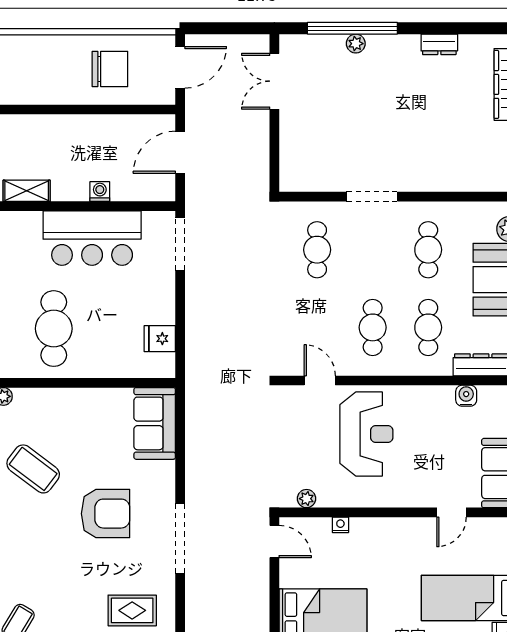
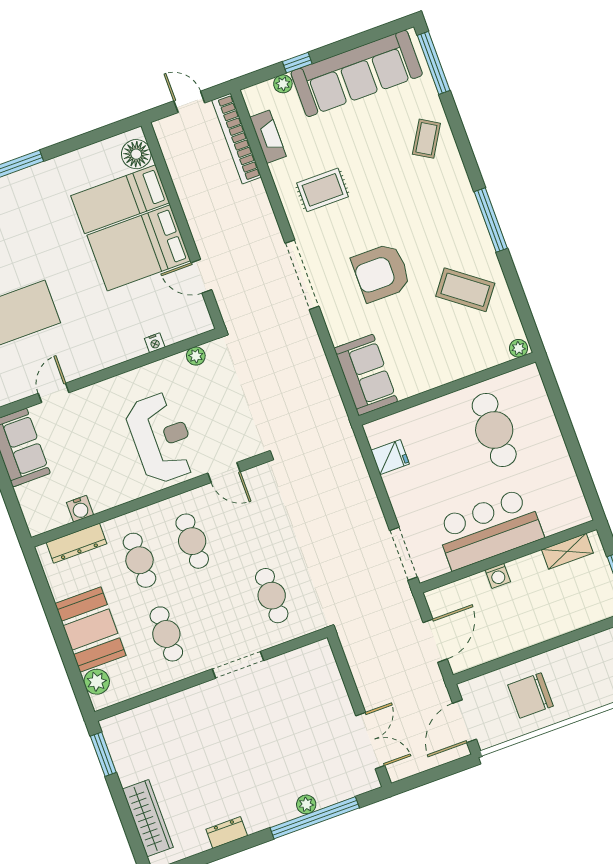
reception desk: (366, 434) -> (161, 438), turned 180
door: (274, 542) -> (201, 276), moved

